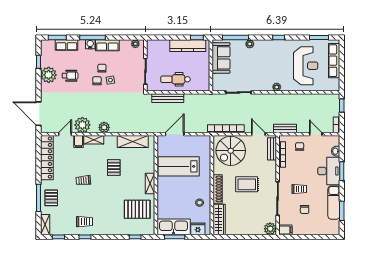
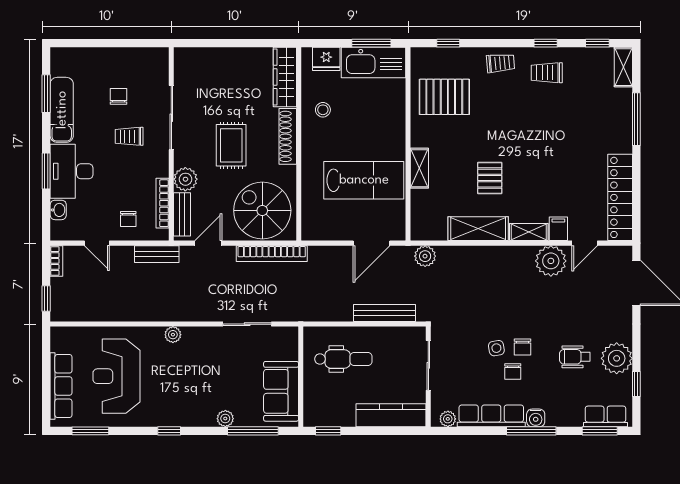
row of seats: (66, 45) -> (606, 416), moved
row of seats: (107, 45) -> (491, 416), width x1.48
kitchen counter: (188, 46) -> (391, 415), moved
dental chair: (175, 79) -> (343, 359), moved
plant: (104, 127) -> (425, 256), moved
door: (258, 134) -> (208, 243), swing flipped
shelving: (133, 141) -> (478, 229), moved
spiral stairs: (231, 151) -> (262, 210), turned -90
trolley: (83, 180) -> (501, 63), moved
shelving: (150, 184) -> (419, 168), moved
rug: (247, 184) -> (231, 145), turned 90
pallet: (51, 198) -> (611, 119), removed
plant: (270, 229) -> (185, 179), moved
filing cabinet: (285, 230) -> (156, 57), removed

